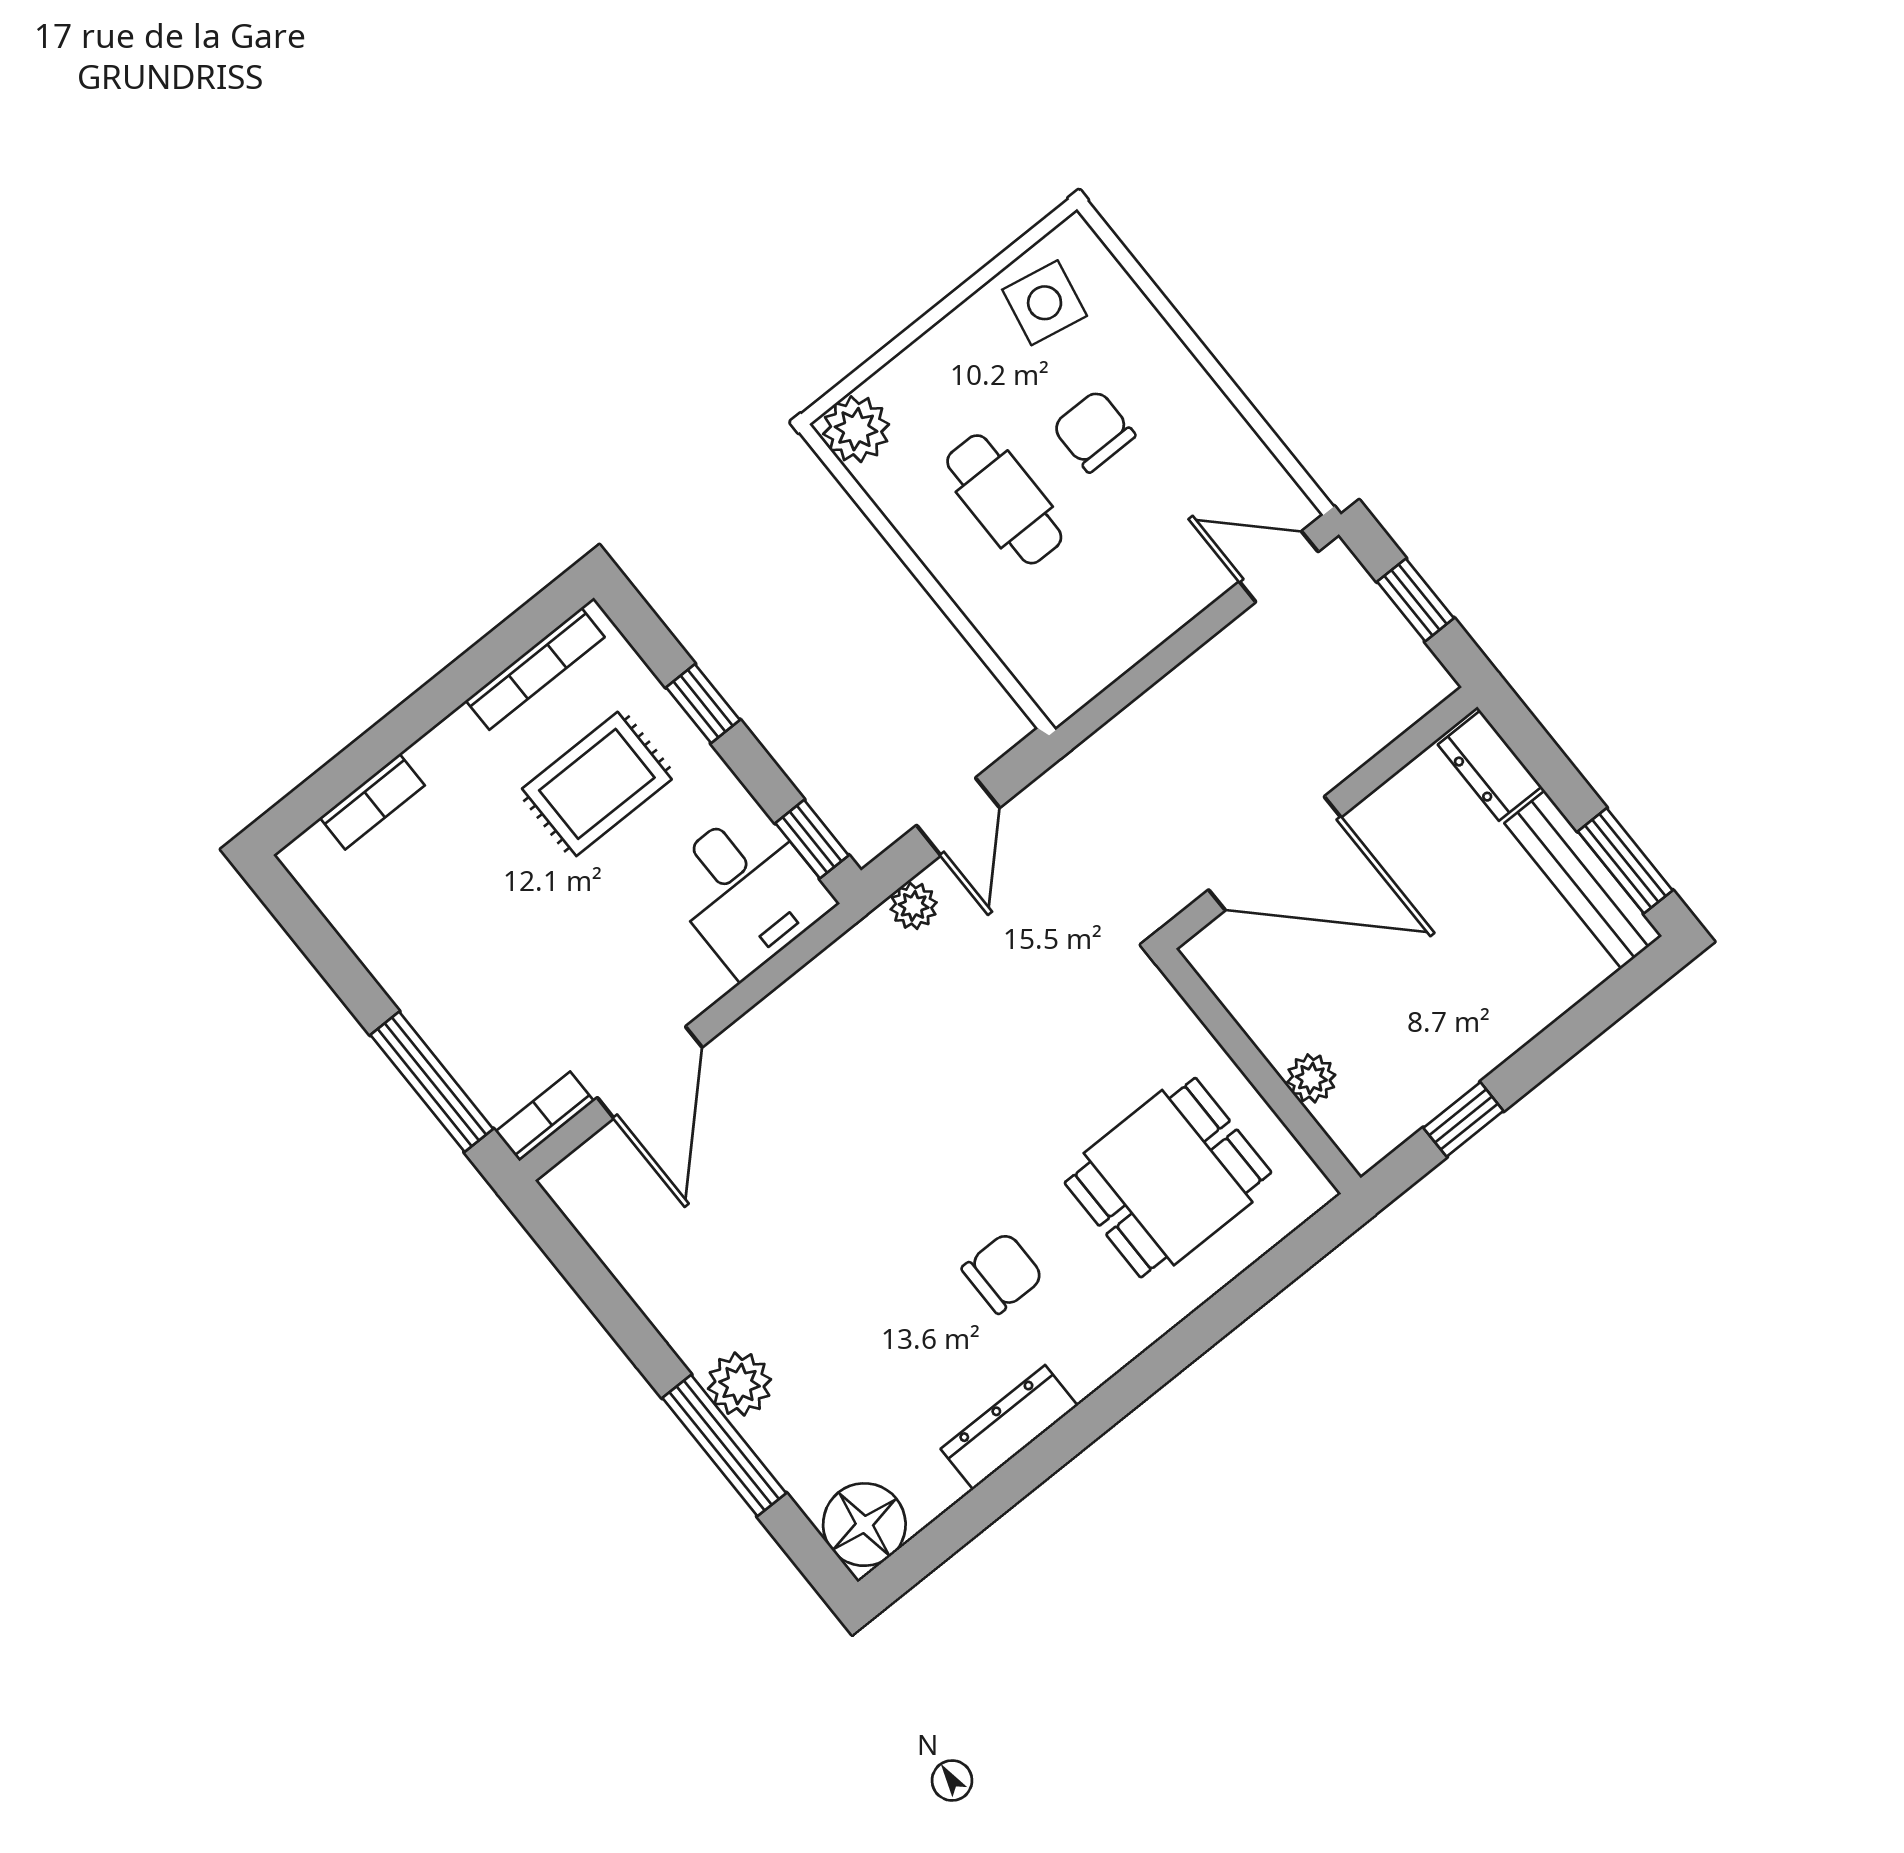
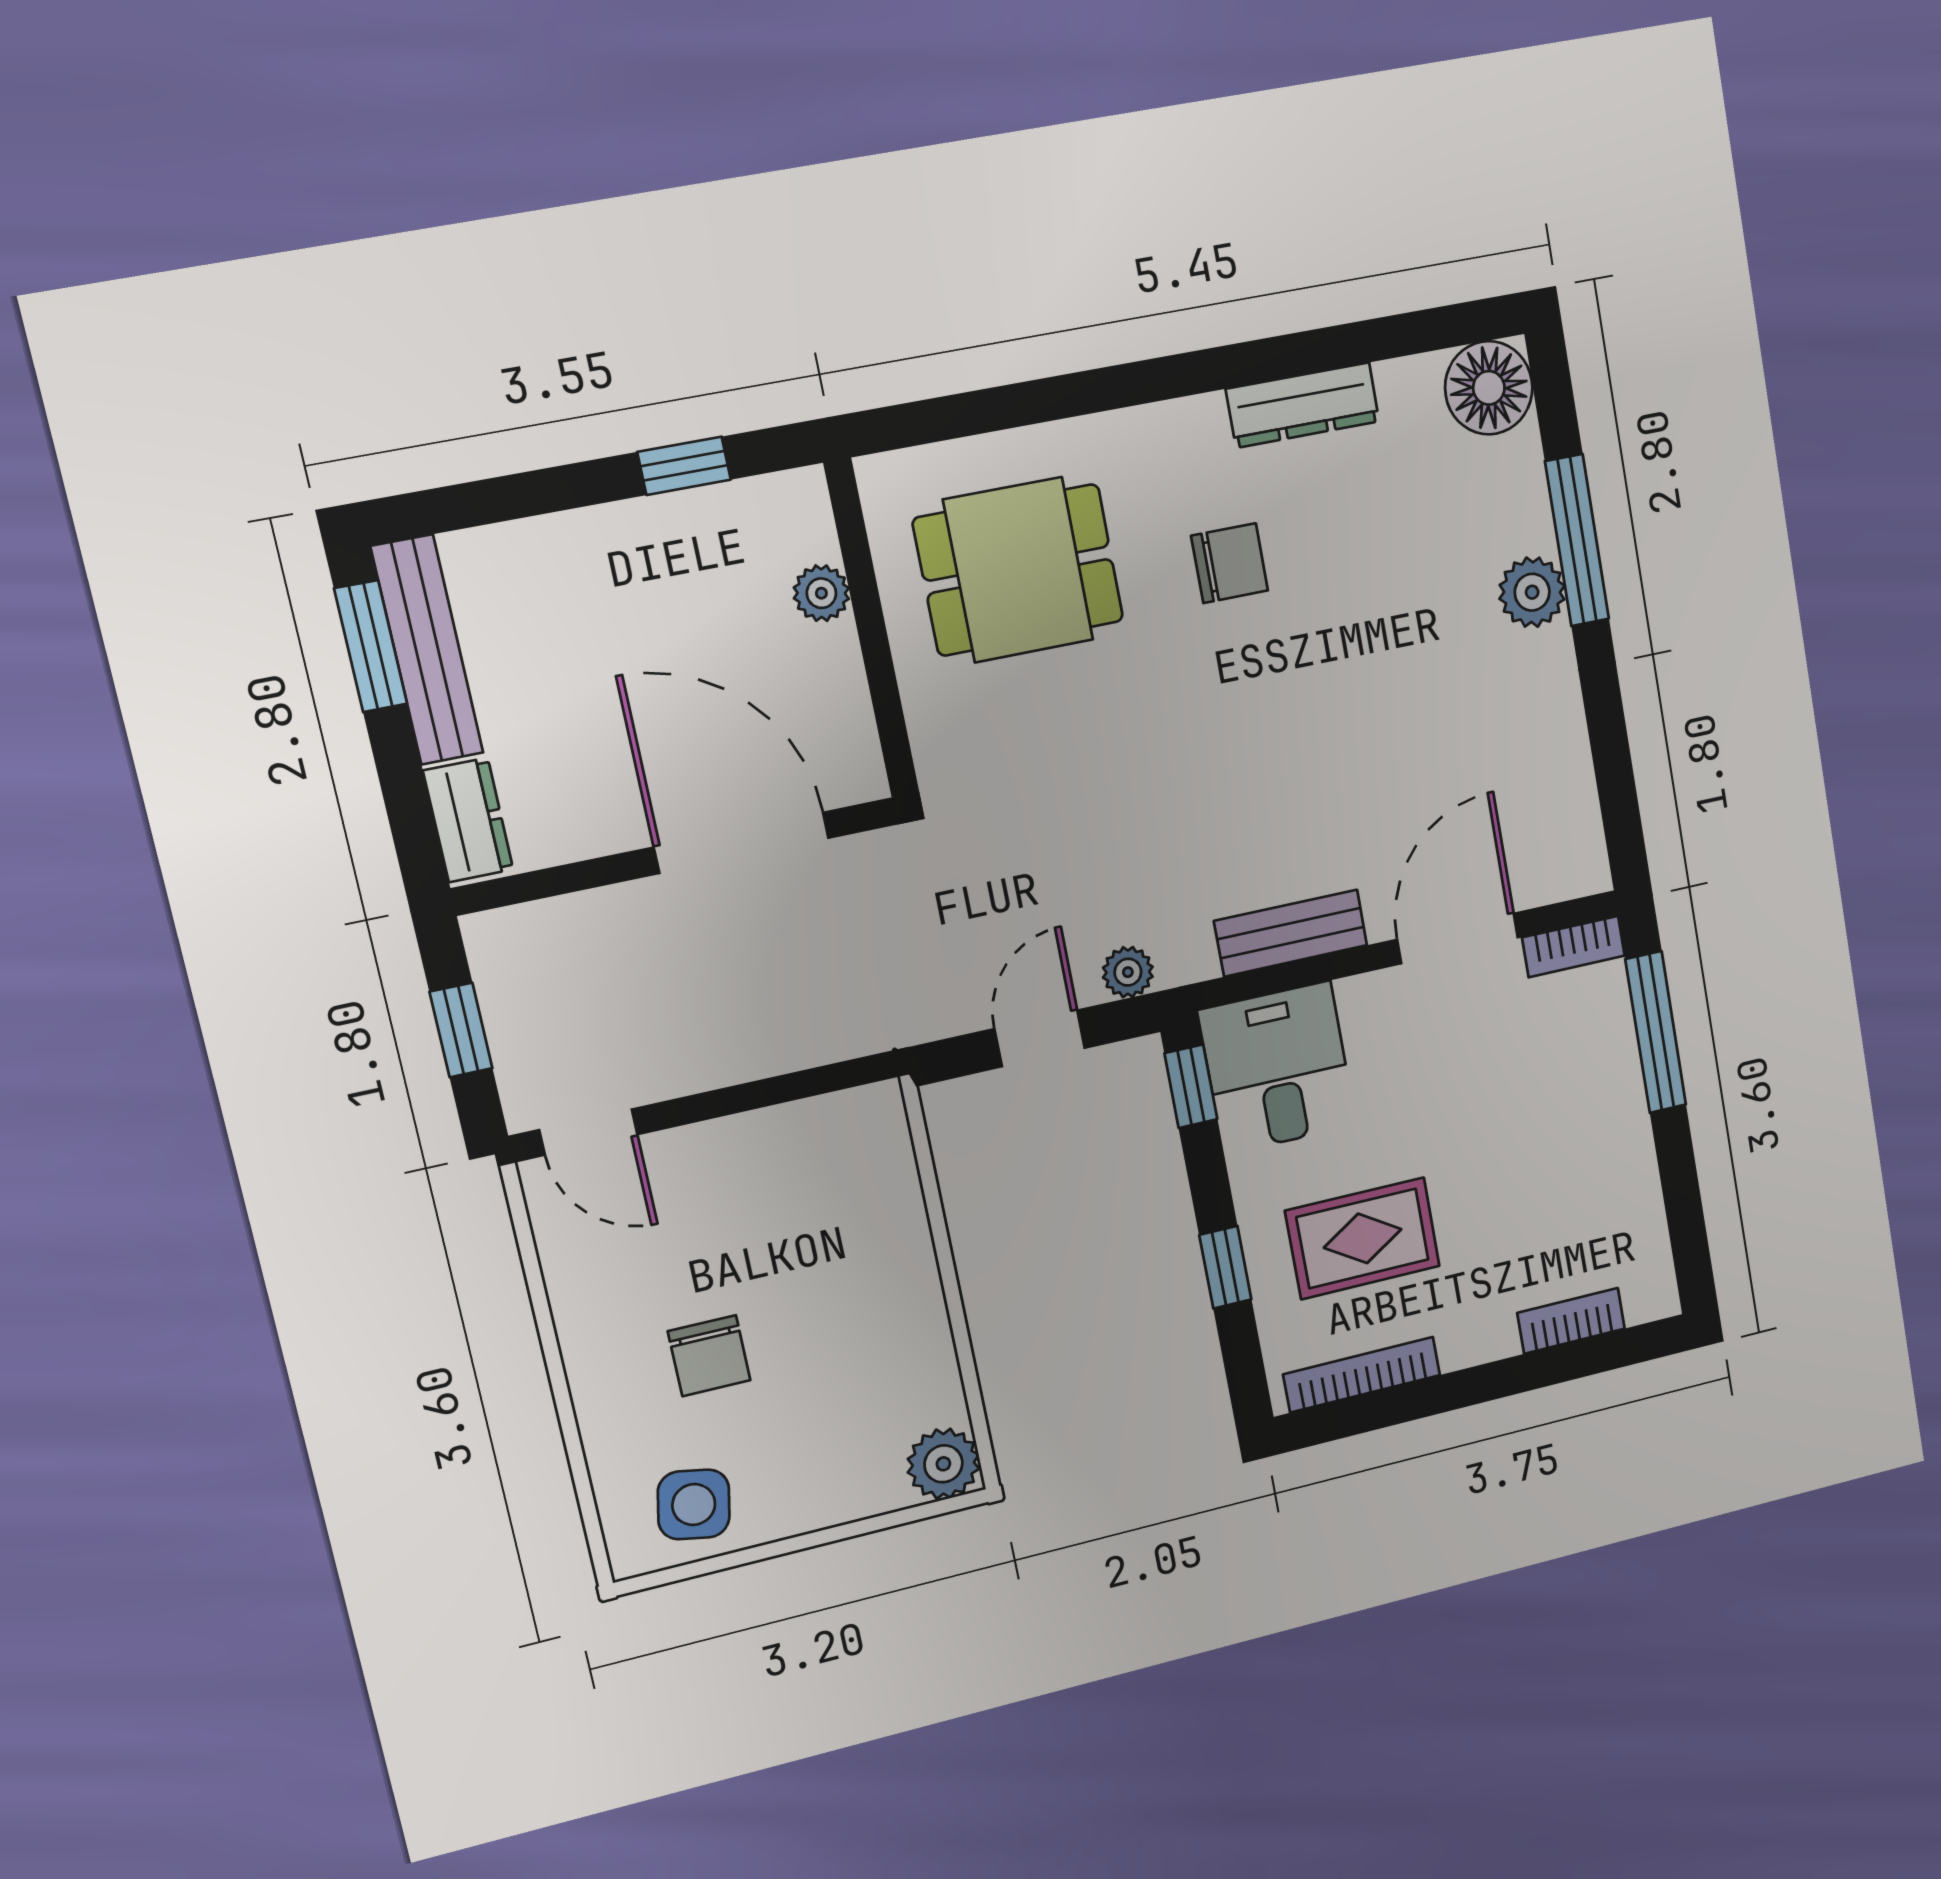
cafe table: (1004, 499) -> (833, 1329), removed
bench: (794, 1005) -> (1291, 933), added
chair: (1003, 1273) -> (1230, 563), turned 180

